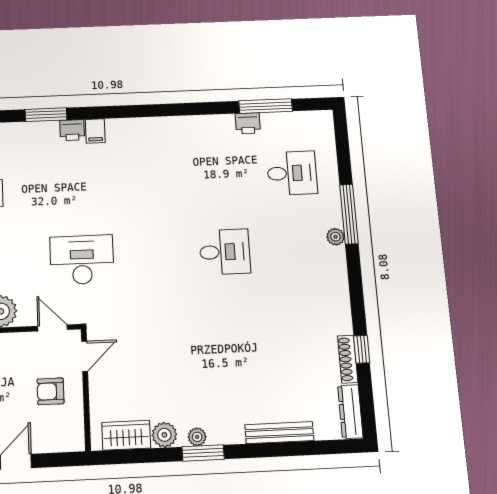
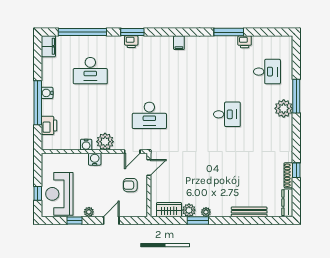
window: (266, 106) -> (229, 32), moved
printer: (72, 130) -> (131, 42), moved
filing cabinet: (95, 131) -> (179, 43), moved
plant: (335, 237) -> (284, 108), width x1.88, depth x1.88
desk: (82, 260) -> (149, 115), turned 180
door: (52, 328) -> (132, 152), swing flipped
window: (203, 453) -> (198, 220), moved

